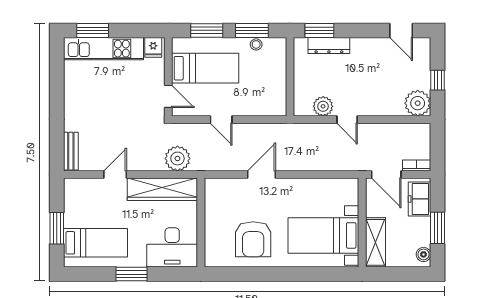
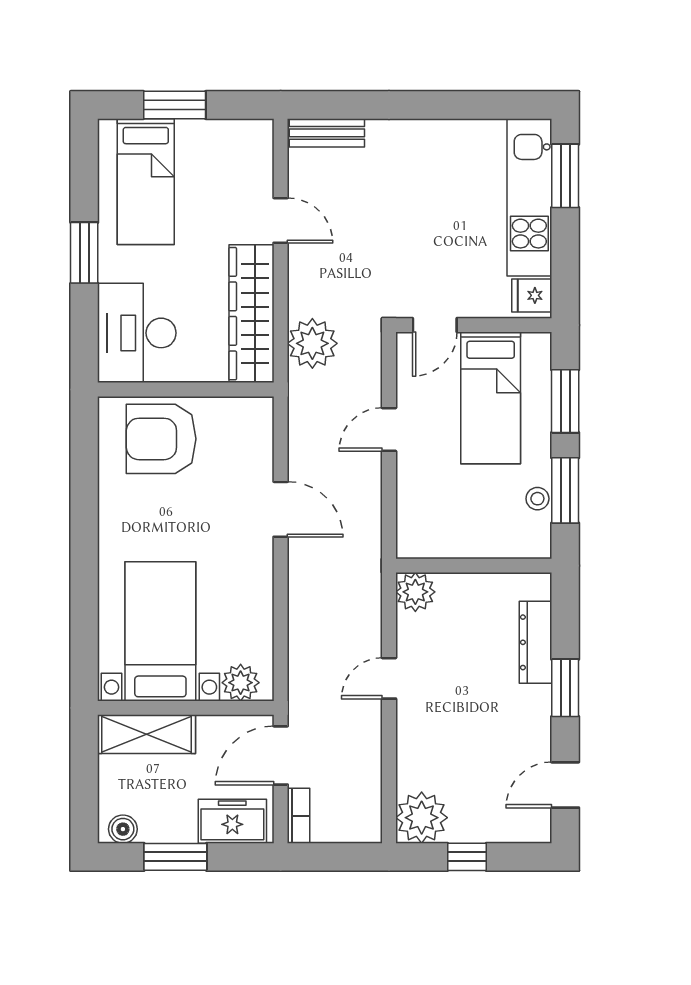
window: (319, 30) -> (565, 688), moved
plant: (323, 106) -> (415, 592), moved
plant: (349, 195) -> (241, 683), added
armchair: (253, 239) -> (161, 439), moved

